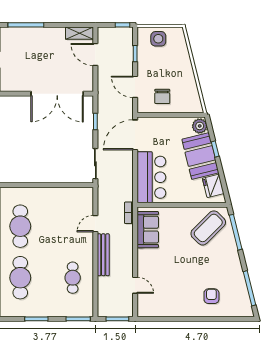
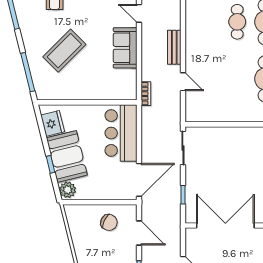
chair: (162, 96) -> (109, 222), turned 116
door: (95, 224) -> (183, 82), hinge flipped
coffee table: (208, 228) -> (64, 51), moved
sofa: (148, 230) -> (125, 48), moved
bench: (103, 255) -> (174, 47), width x0.73
cafe table: (73, 278) -> (237, 22), moved

